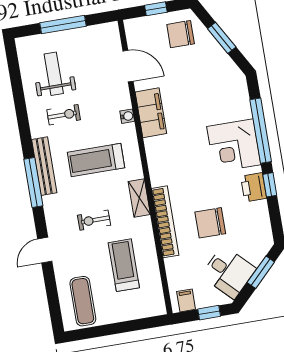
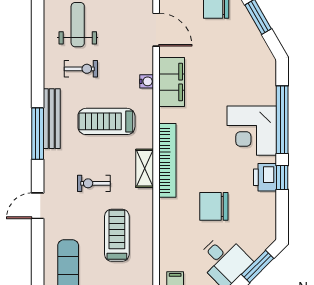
bookcase: (165, 222) -> (167, 160), moved

